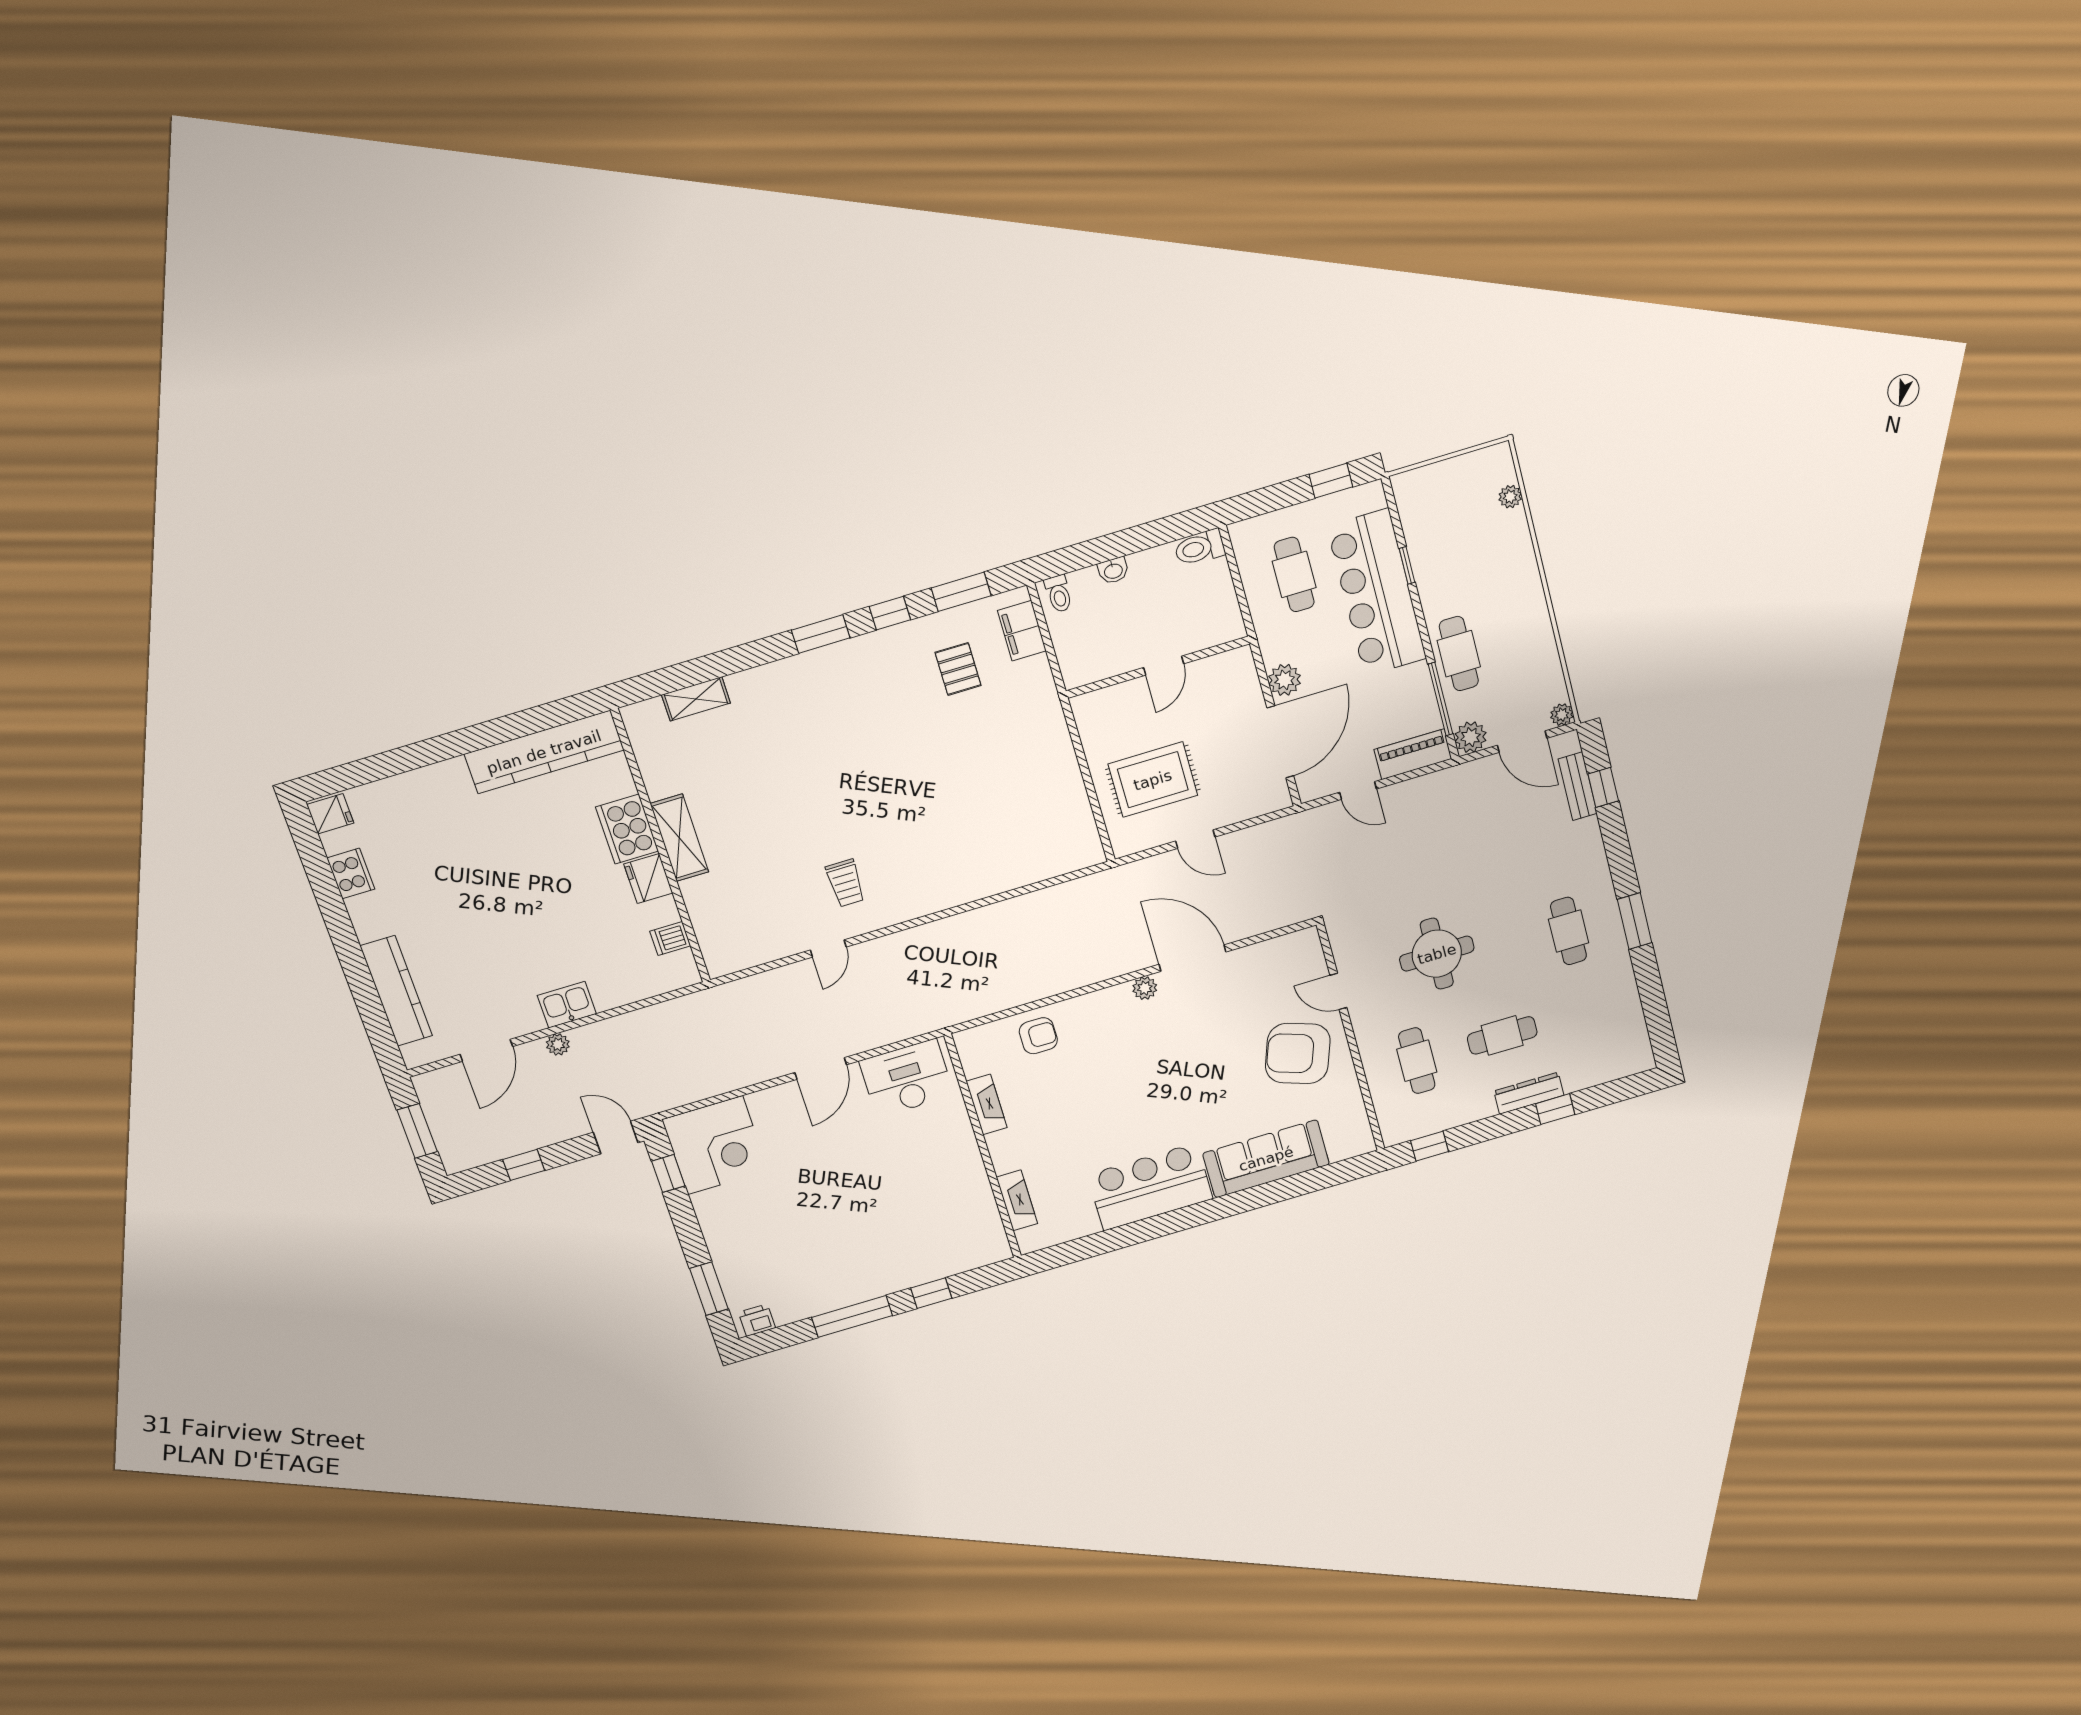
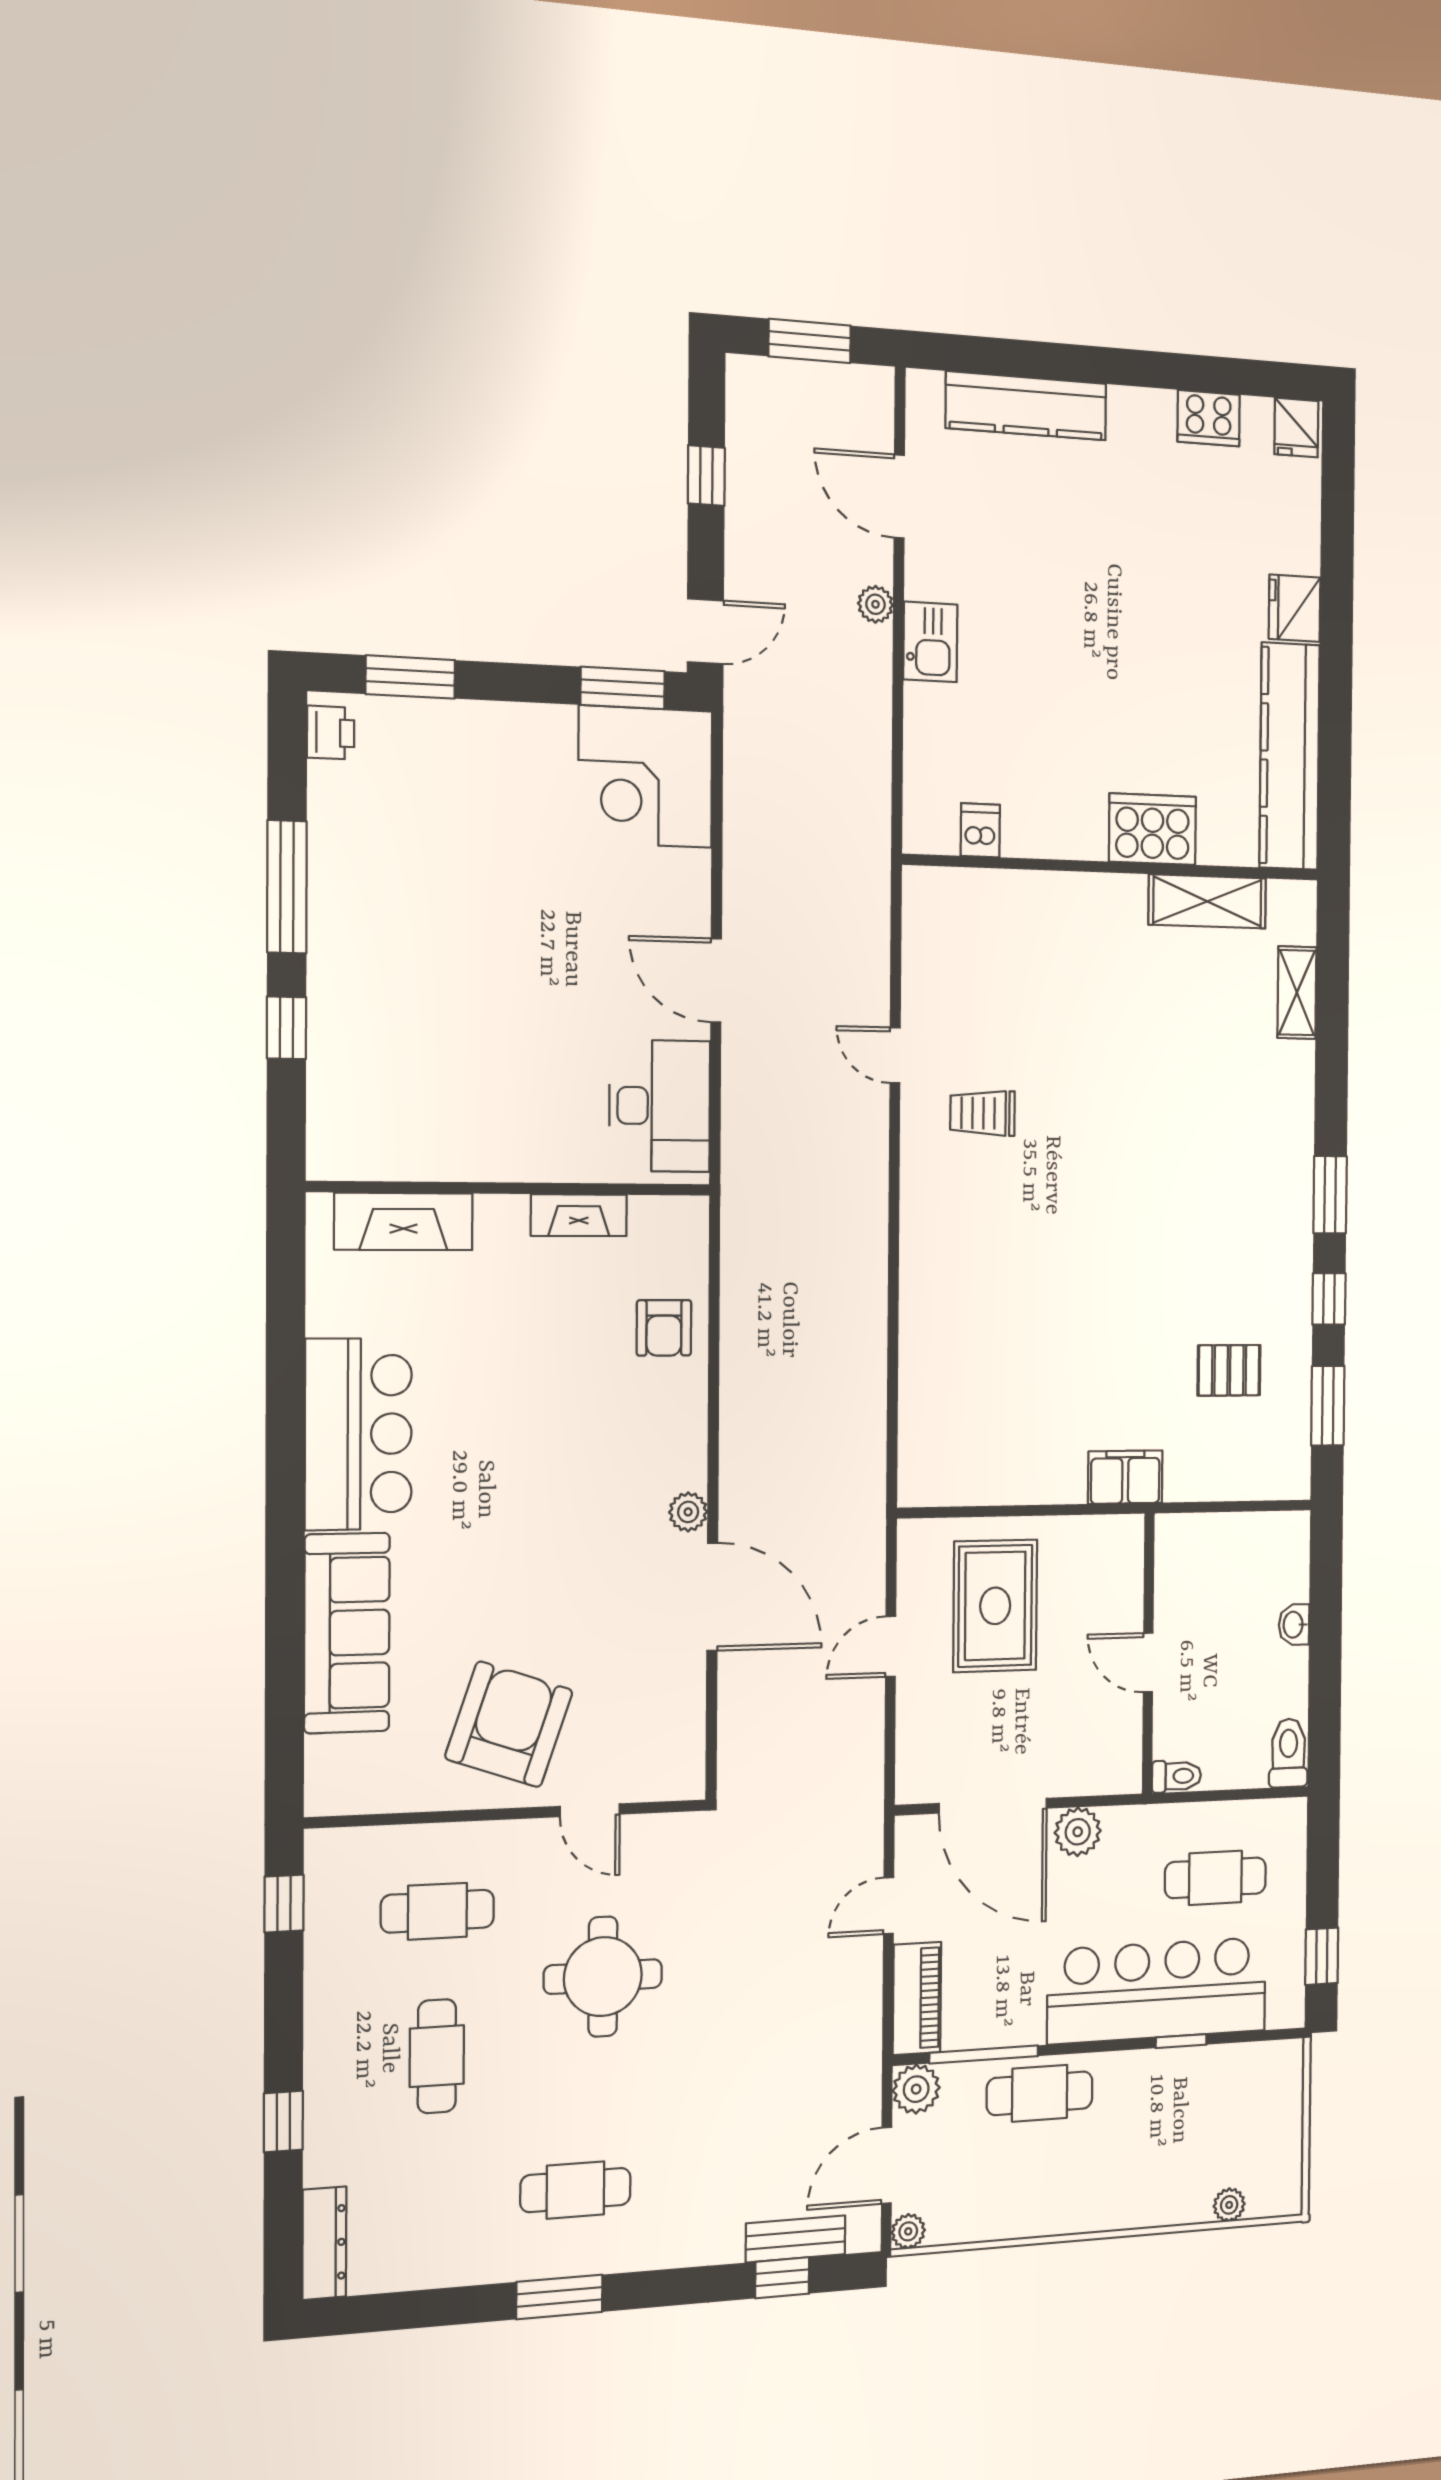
toilet: (1059, 594) -> (1176, 1776), moved, turned 180
filing cabinet: (1022, 631) -> (1125, 1477), moved
shelving: (679, 838) -> (1207, 901), moved
fridge: (648, 879) -> (1295, 608), moved, turned -90
door: (1192, 958) -> (712, 1597), hinge flipped
door: (1338, 991) -> (590, 1810), swing flipped
dresser: (1529, 1093) -> (324, 2243), moved
window: (668, 1174) -> (623, 688), width x1.50
fireplace: (1017, 1200) -> (404, 1222), width x1.37, depth x1.32

